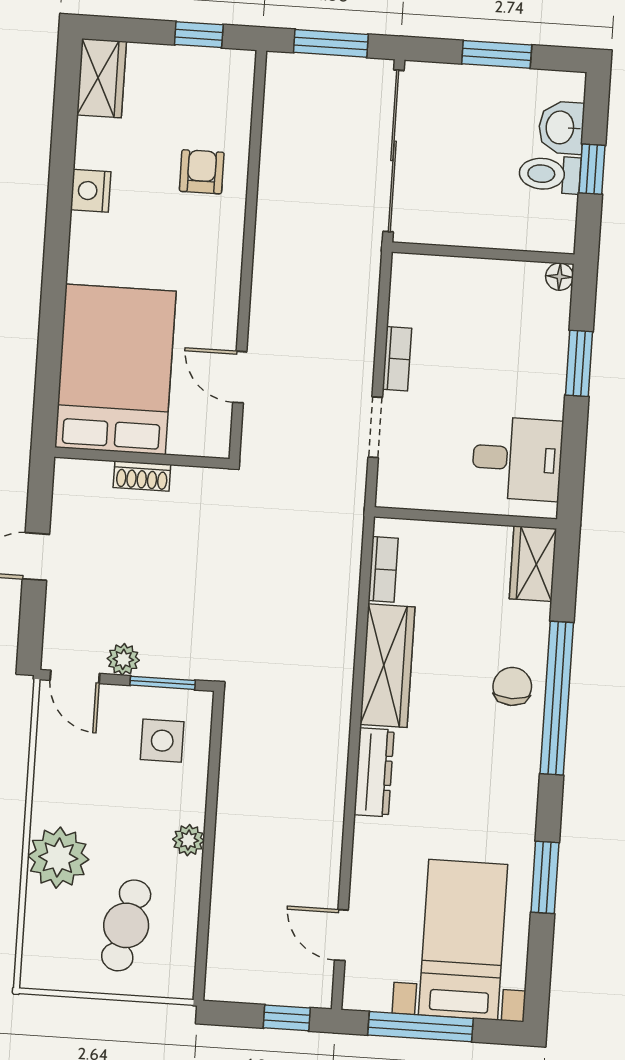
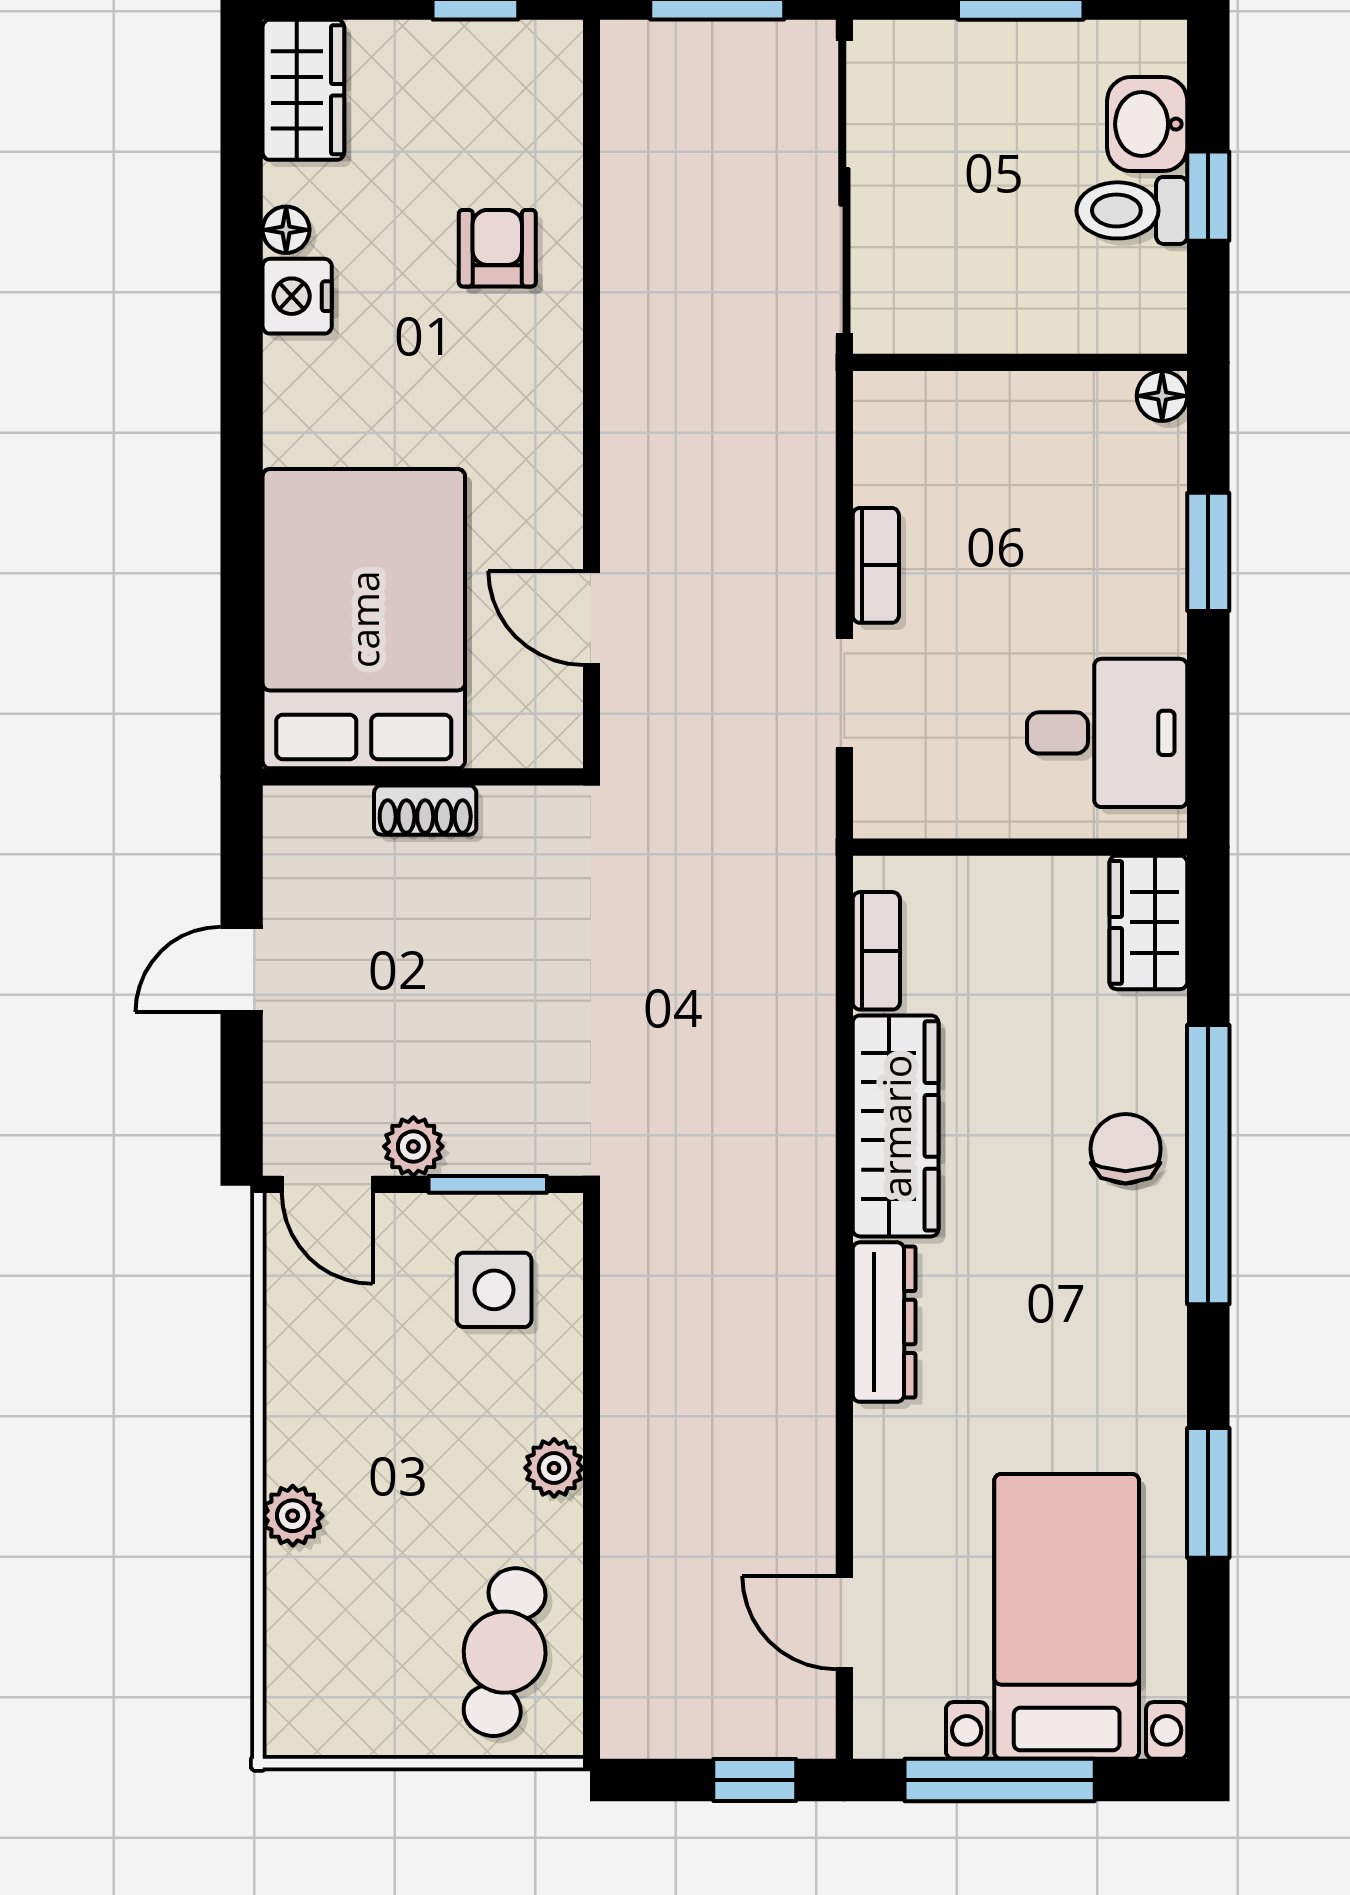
floor lamp: (87, 154) -> (286, 230), added
plant: (58, 858) -> (293, 1516), width x0.53, depth x0.53
cafe table: (126, 925) -> (505, 1652), moved

